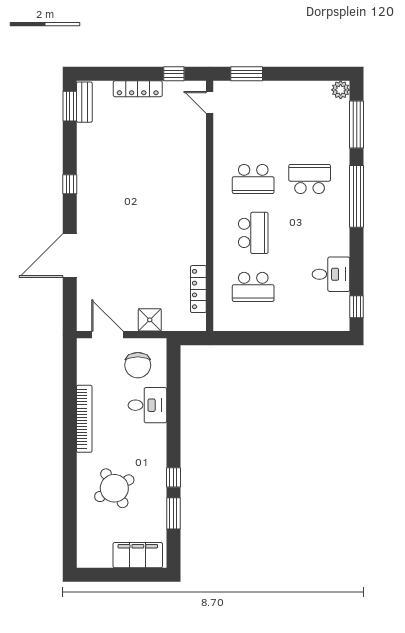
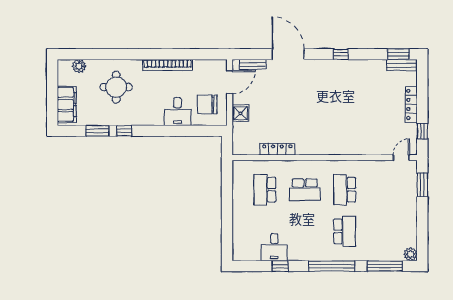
locker: (198, 289) -> (277, 149), moved
bench: (83, 303) -> (253, 64), added
window: (357, 307) -> (280, 266), moved
round table: (114, 488) -> (116, 87), turned 30
plant: (86, 539) -> (79, 66), added

